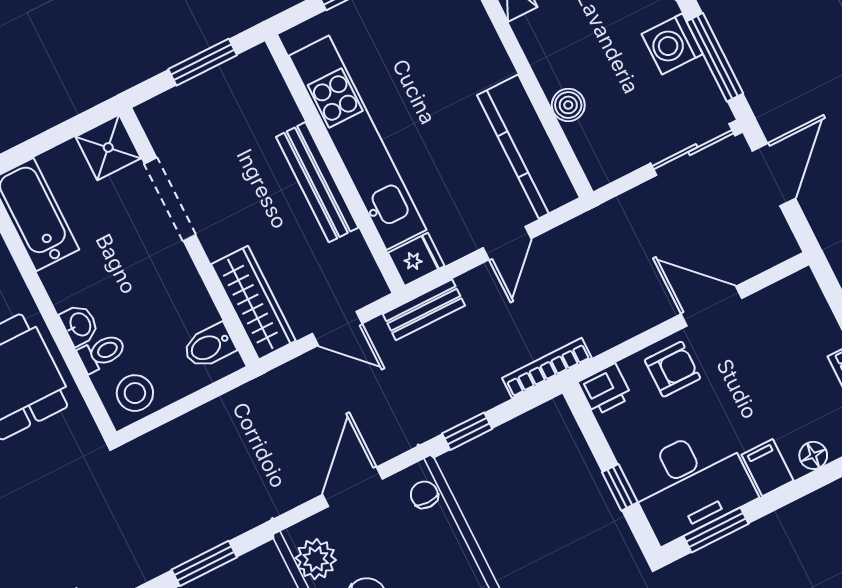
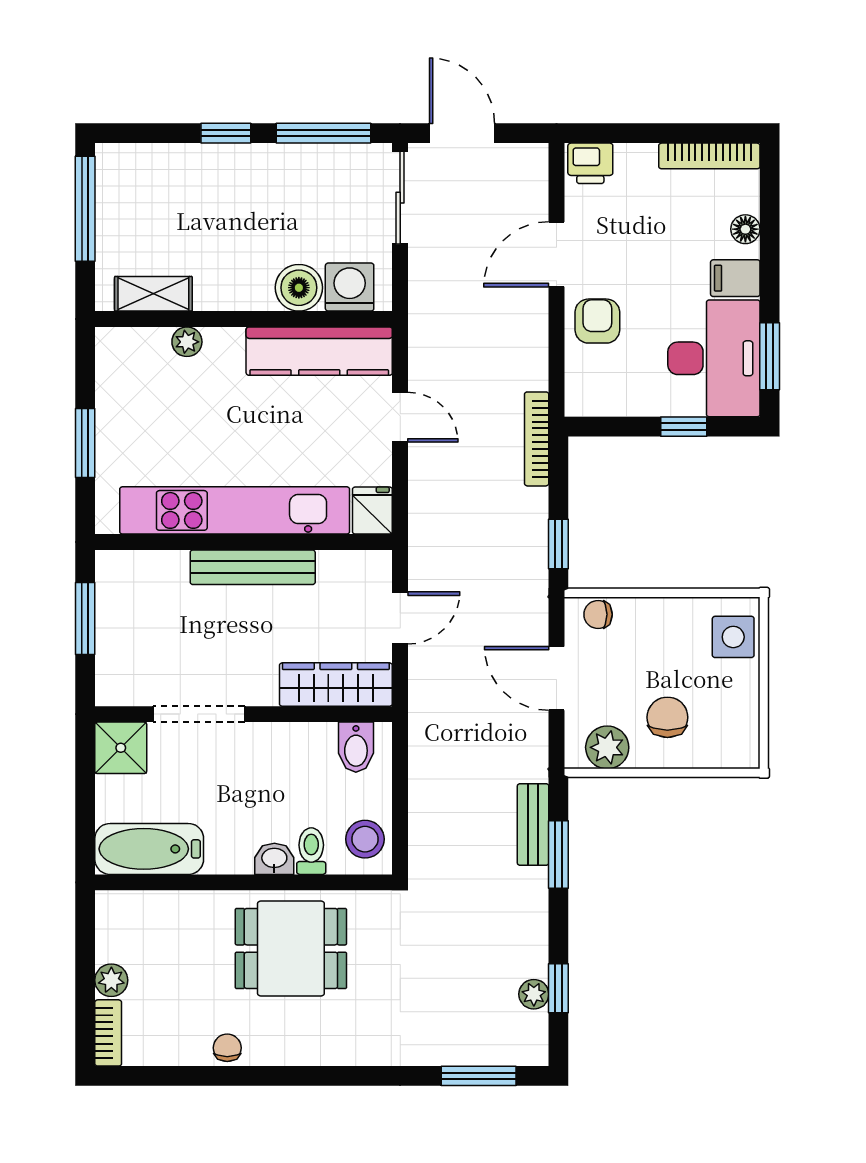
plant: (480, 31) -> (187, 342), added
washing machine: (672, 44) -> (350, 287), moved, turned 180
boiler: (568, 105) -> (299, 288), width x1.36, depth x1.36
bench: (424, 310) -> (533, 825), moved
printer: (605, 390) -> (590, 163), moved, turned 90

